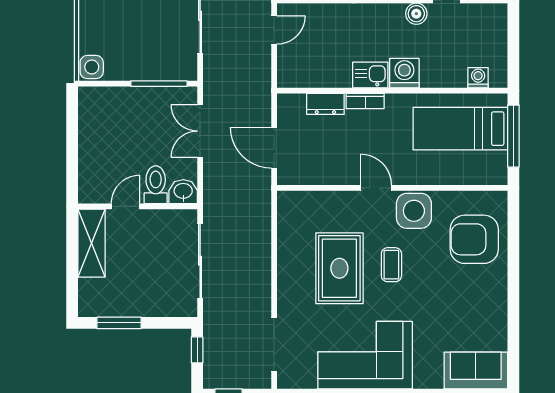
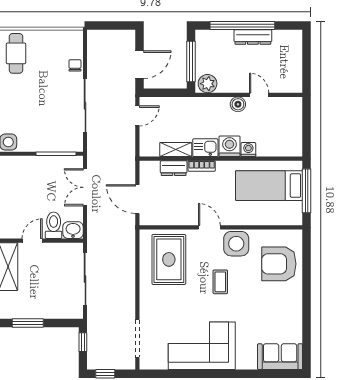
shelving: (328, 78) -> (176, 150), added
washing machine: (478, 78) -> (248, 150), moved
rug: (339, 268) -> (169, 259), moved

